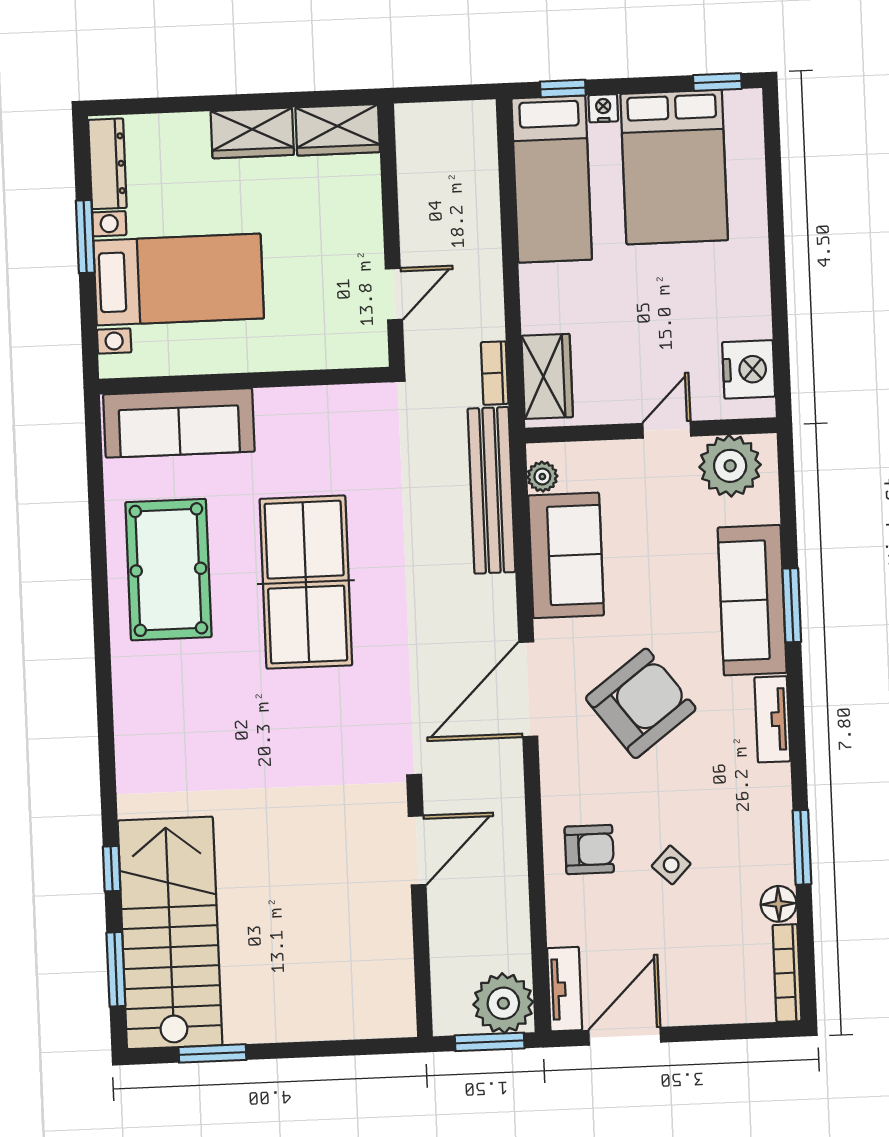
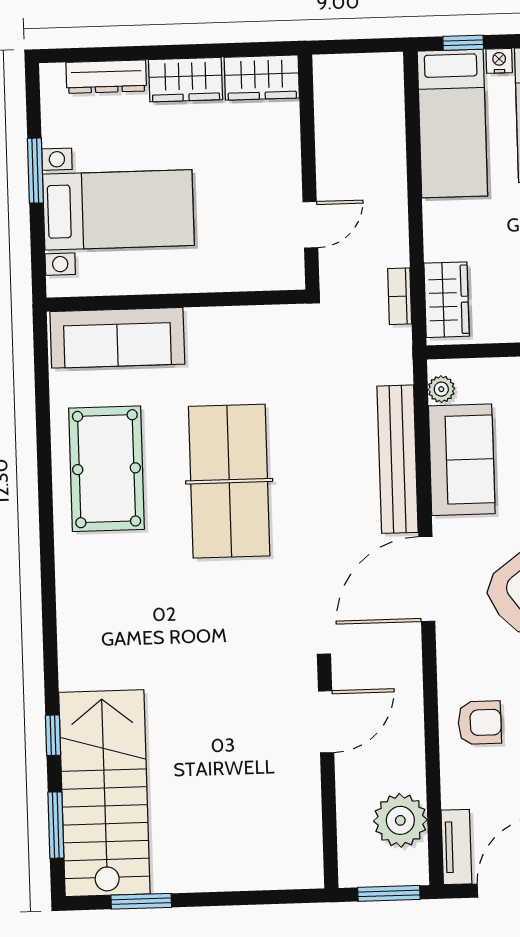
dresser: (107, 164) -> (106, 77), moved, turned 90
bench: (491, 490) -> (398, 459), moved
plant: (503, 1003) -> (400, 820), moved

